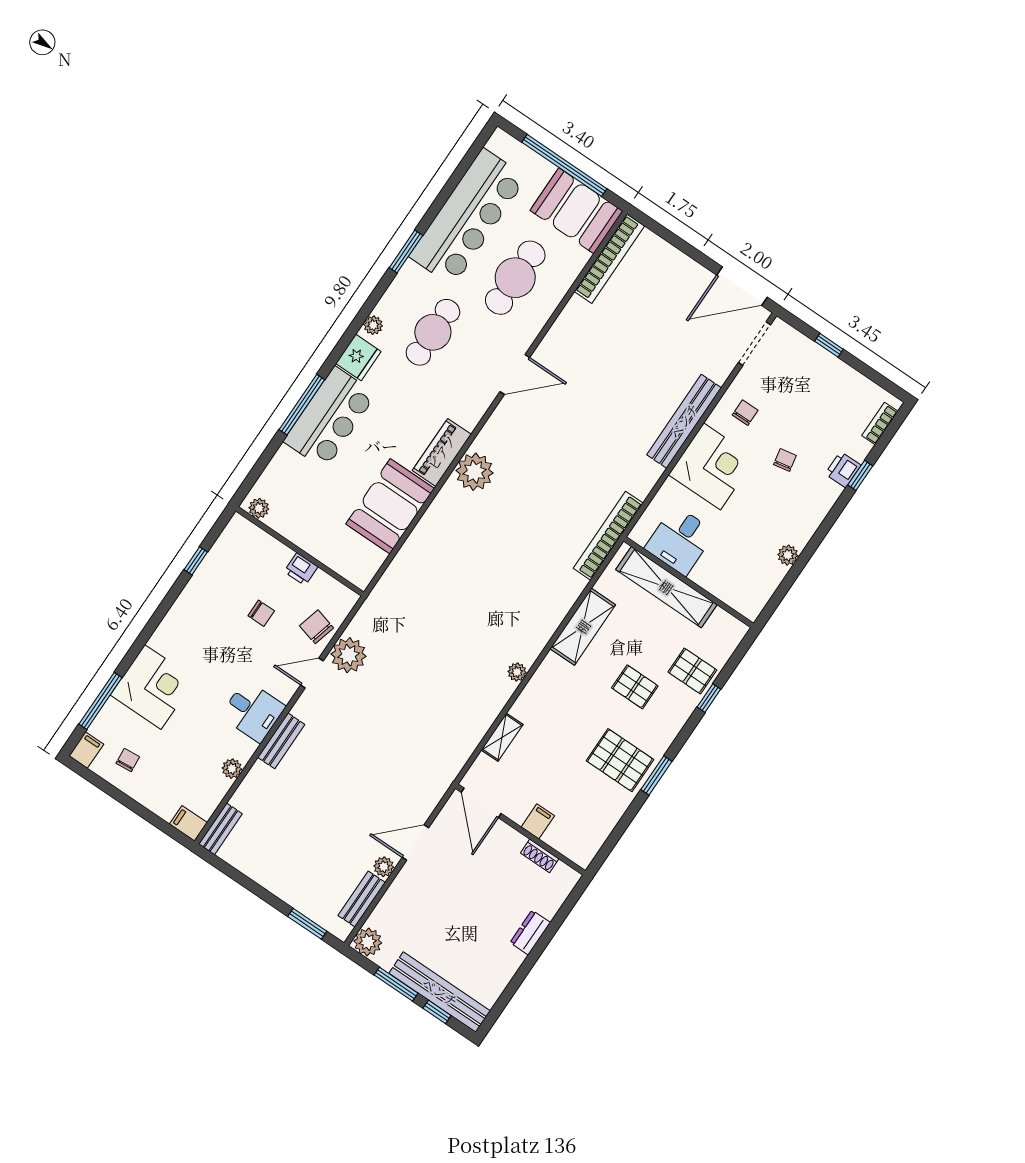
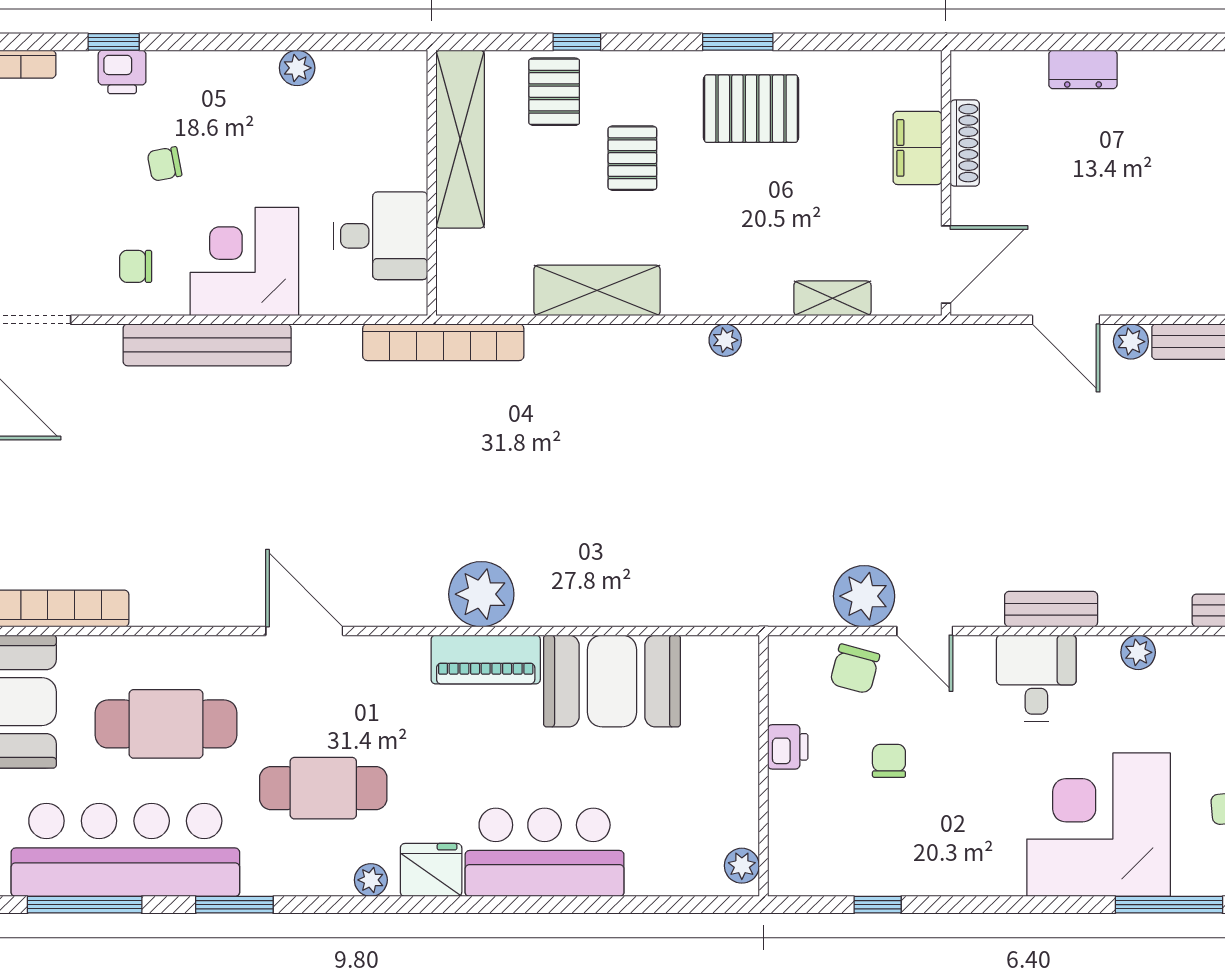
window: (302, 405) -> (85, 905), moved
shelving: (666, 587) -> (460, 139), moved
corner desk: (153, 687) -> (1099, 825), width x1.36, depth x1.36
pallet: (620, 760) -> (751, 109), turned 90
filing cabinet: (538, 821) -> (917, 148), width x2.00
shoe rack: (540, 856) -> (965, 143), width x1.43

